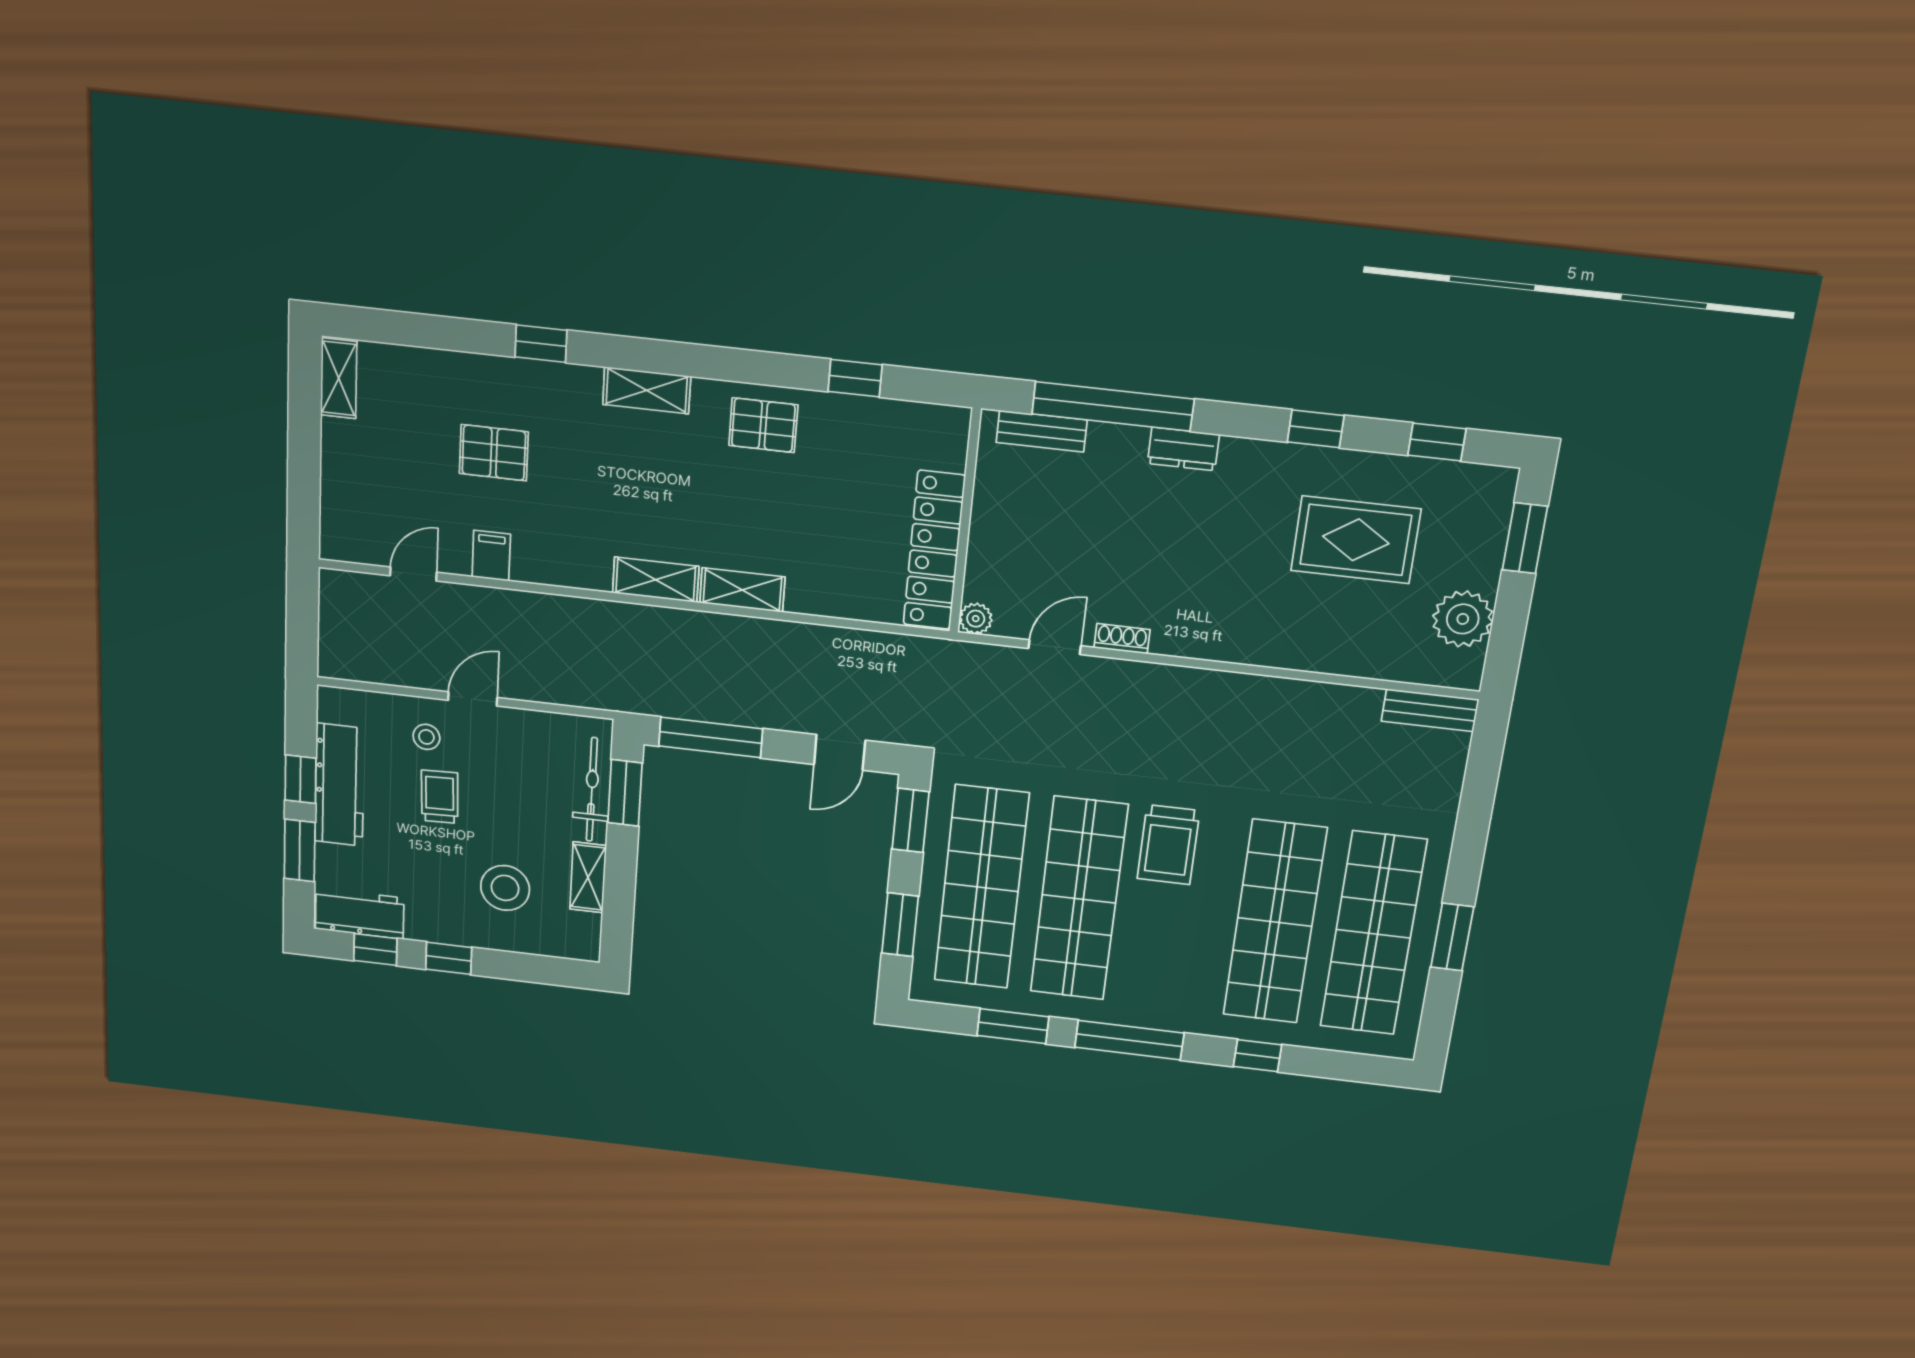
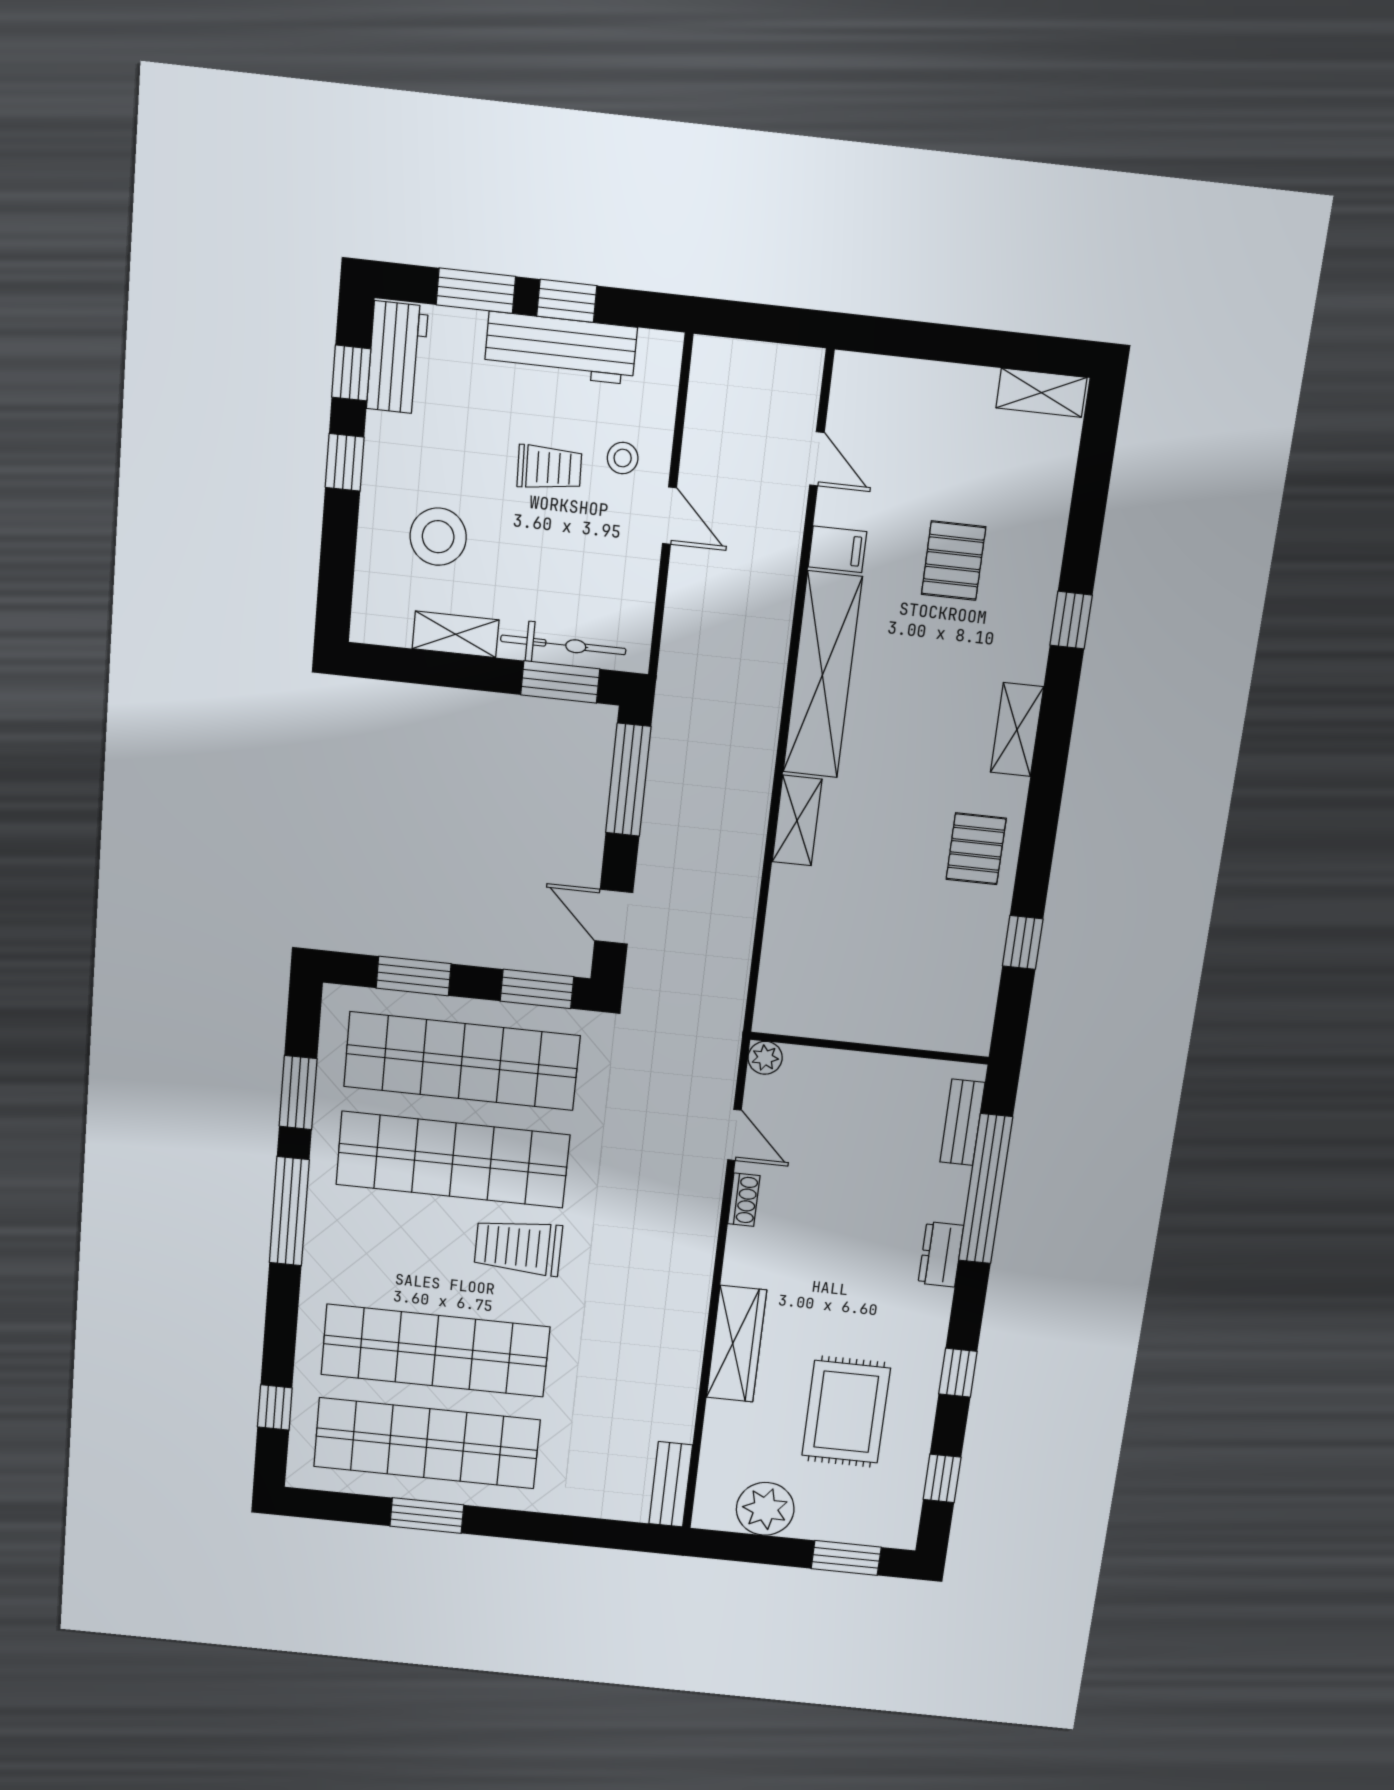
locker: (934, 550) -> (839, 1017), removed
shelving: (656, 580) -> (822, 675), width x2.20, depth x1.33
wardrobe: (1276, 646) -> (736, 1344), added
window: (1258, 1056) -> (275, 1407), moved

